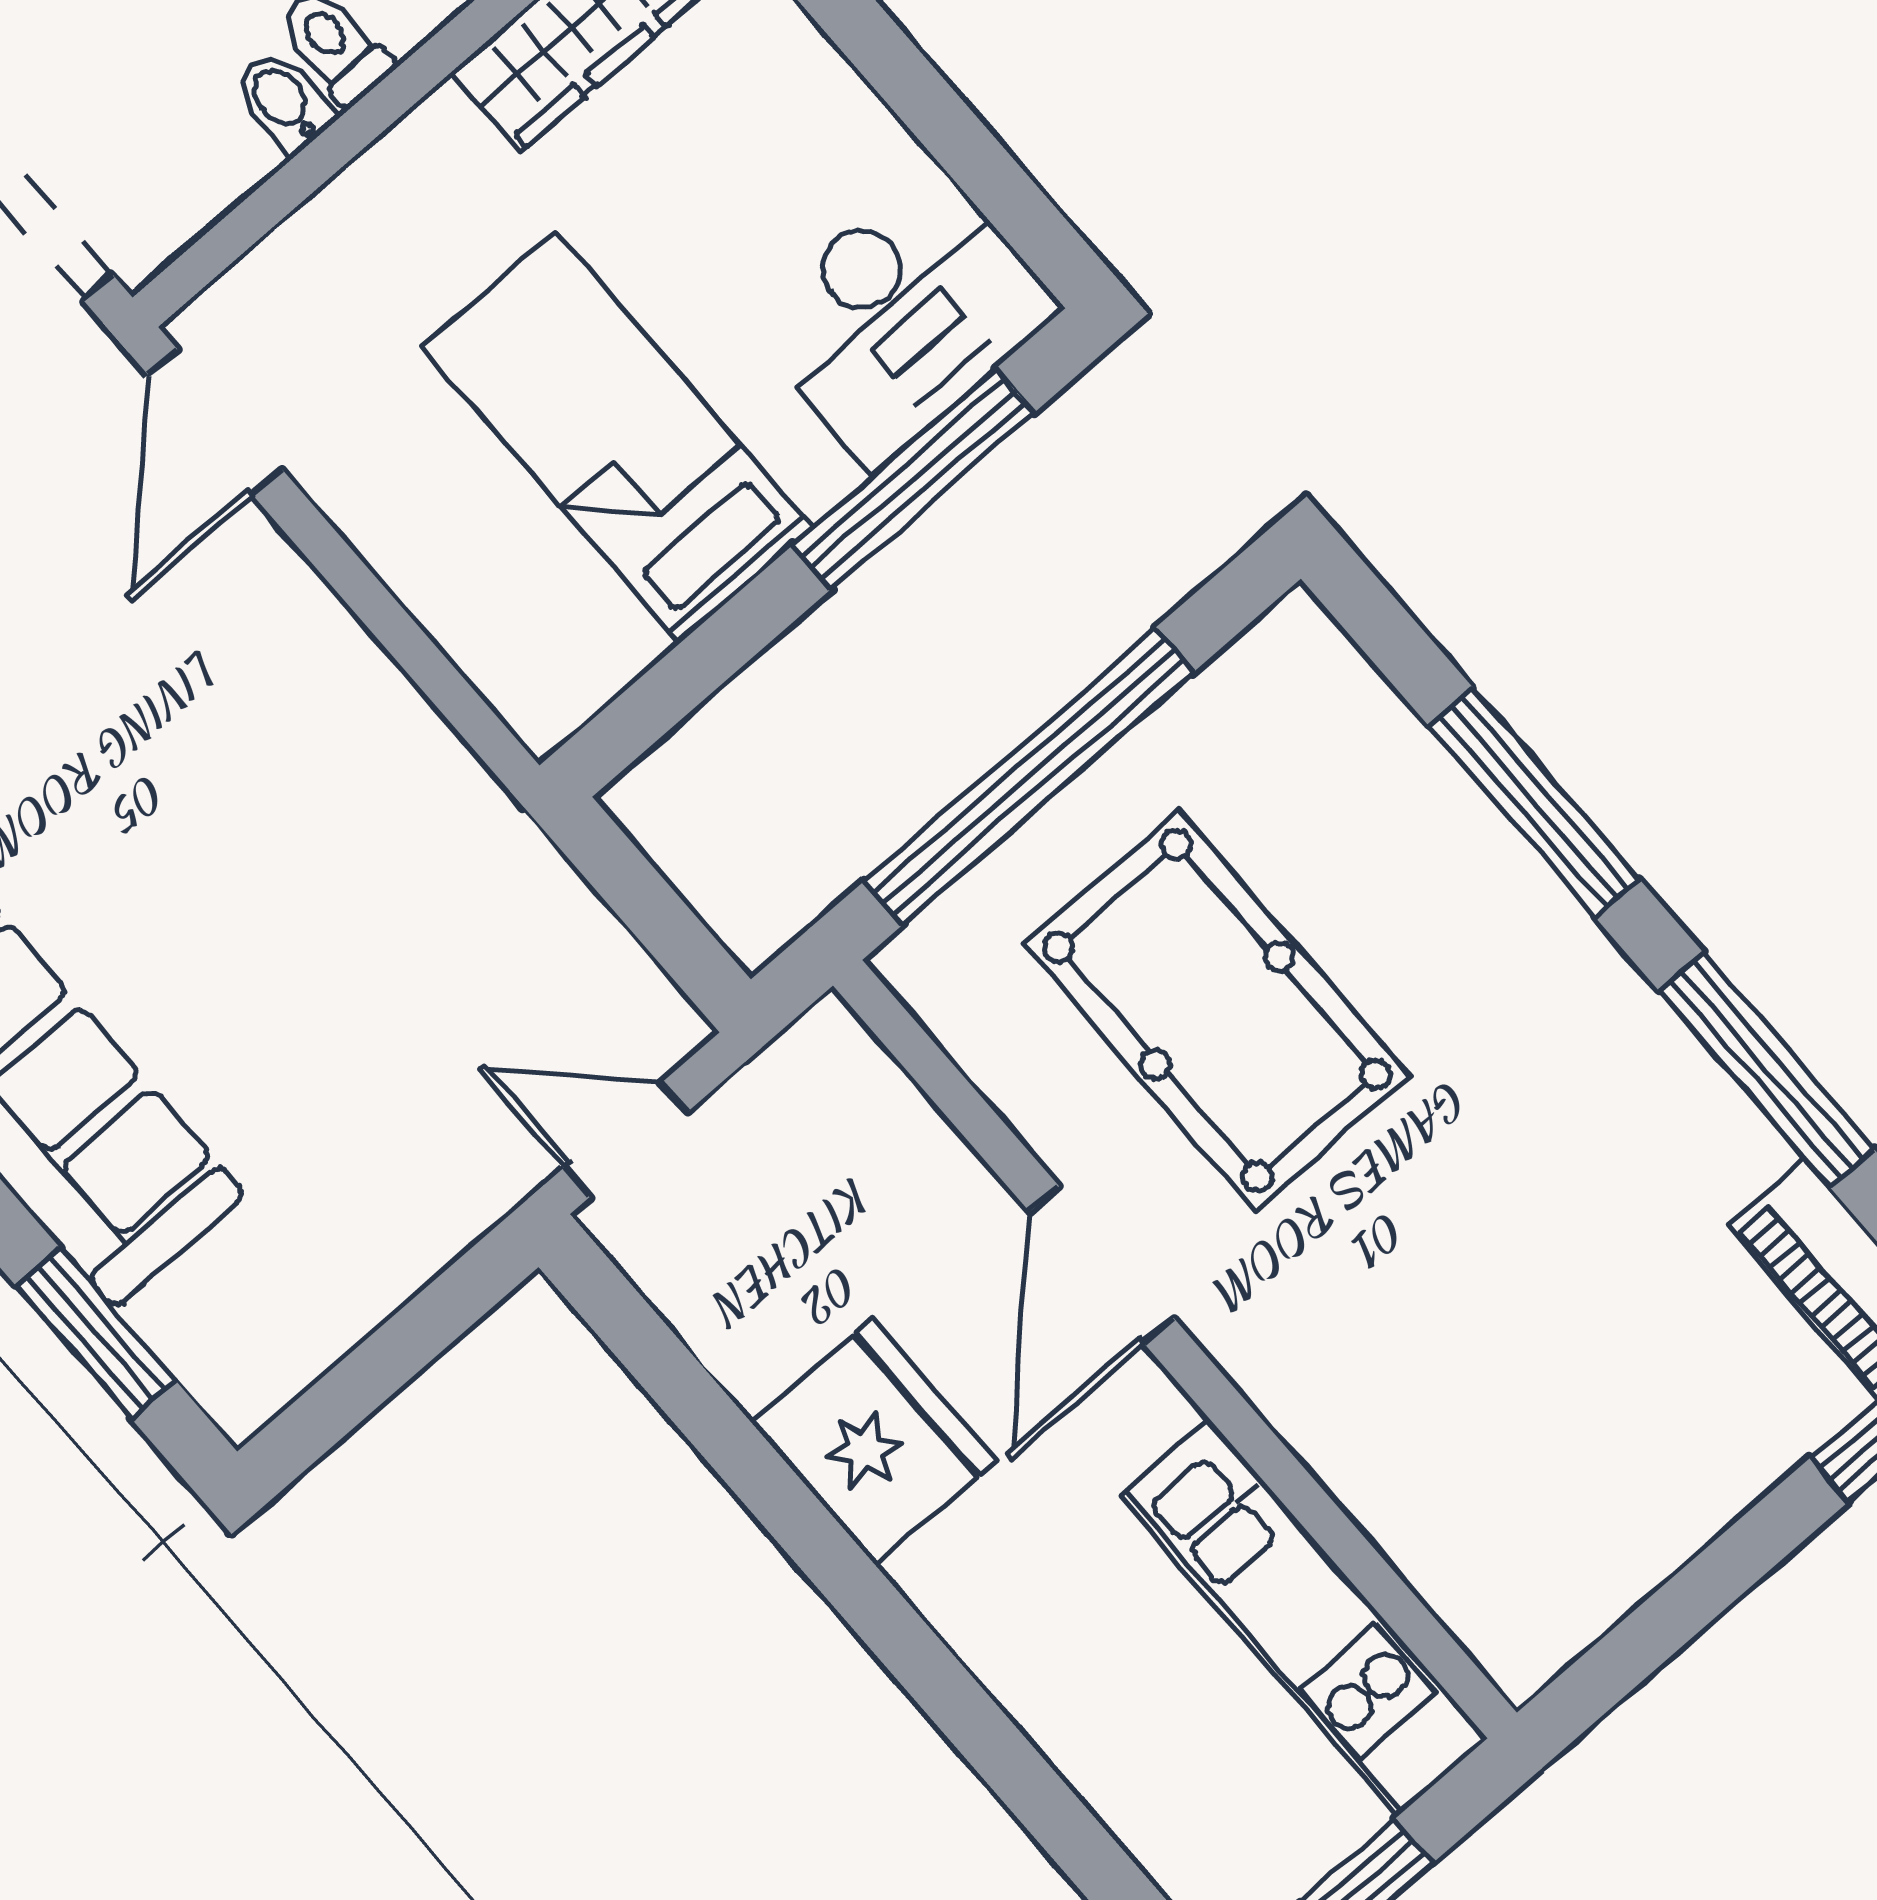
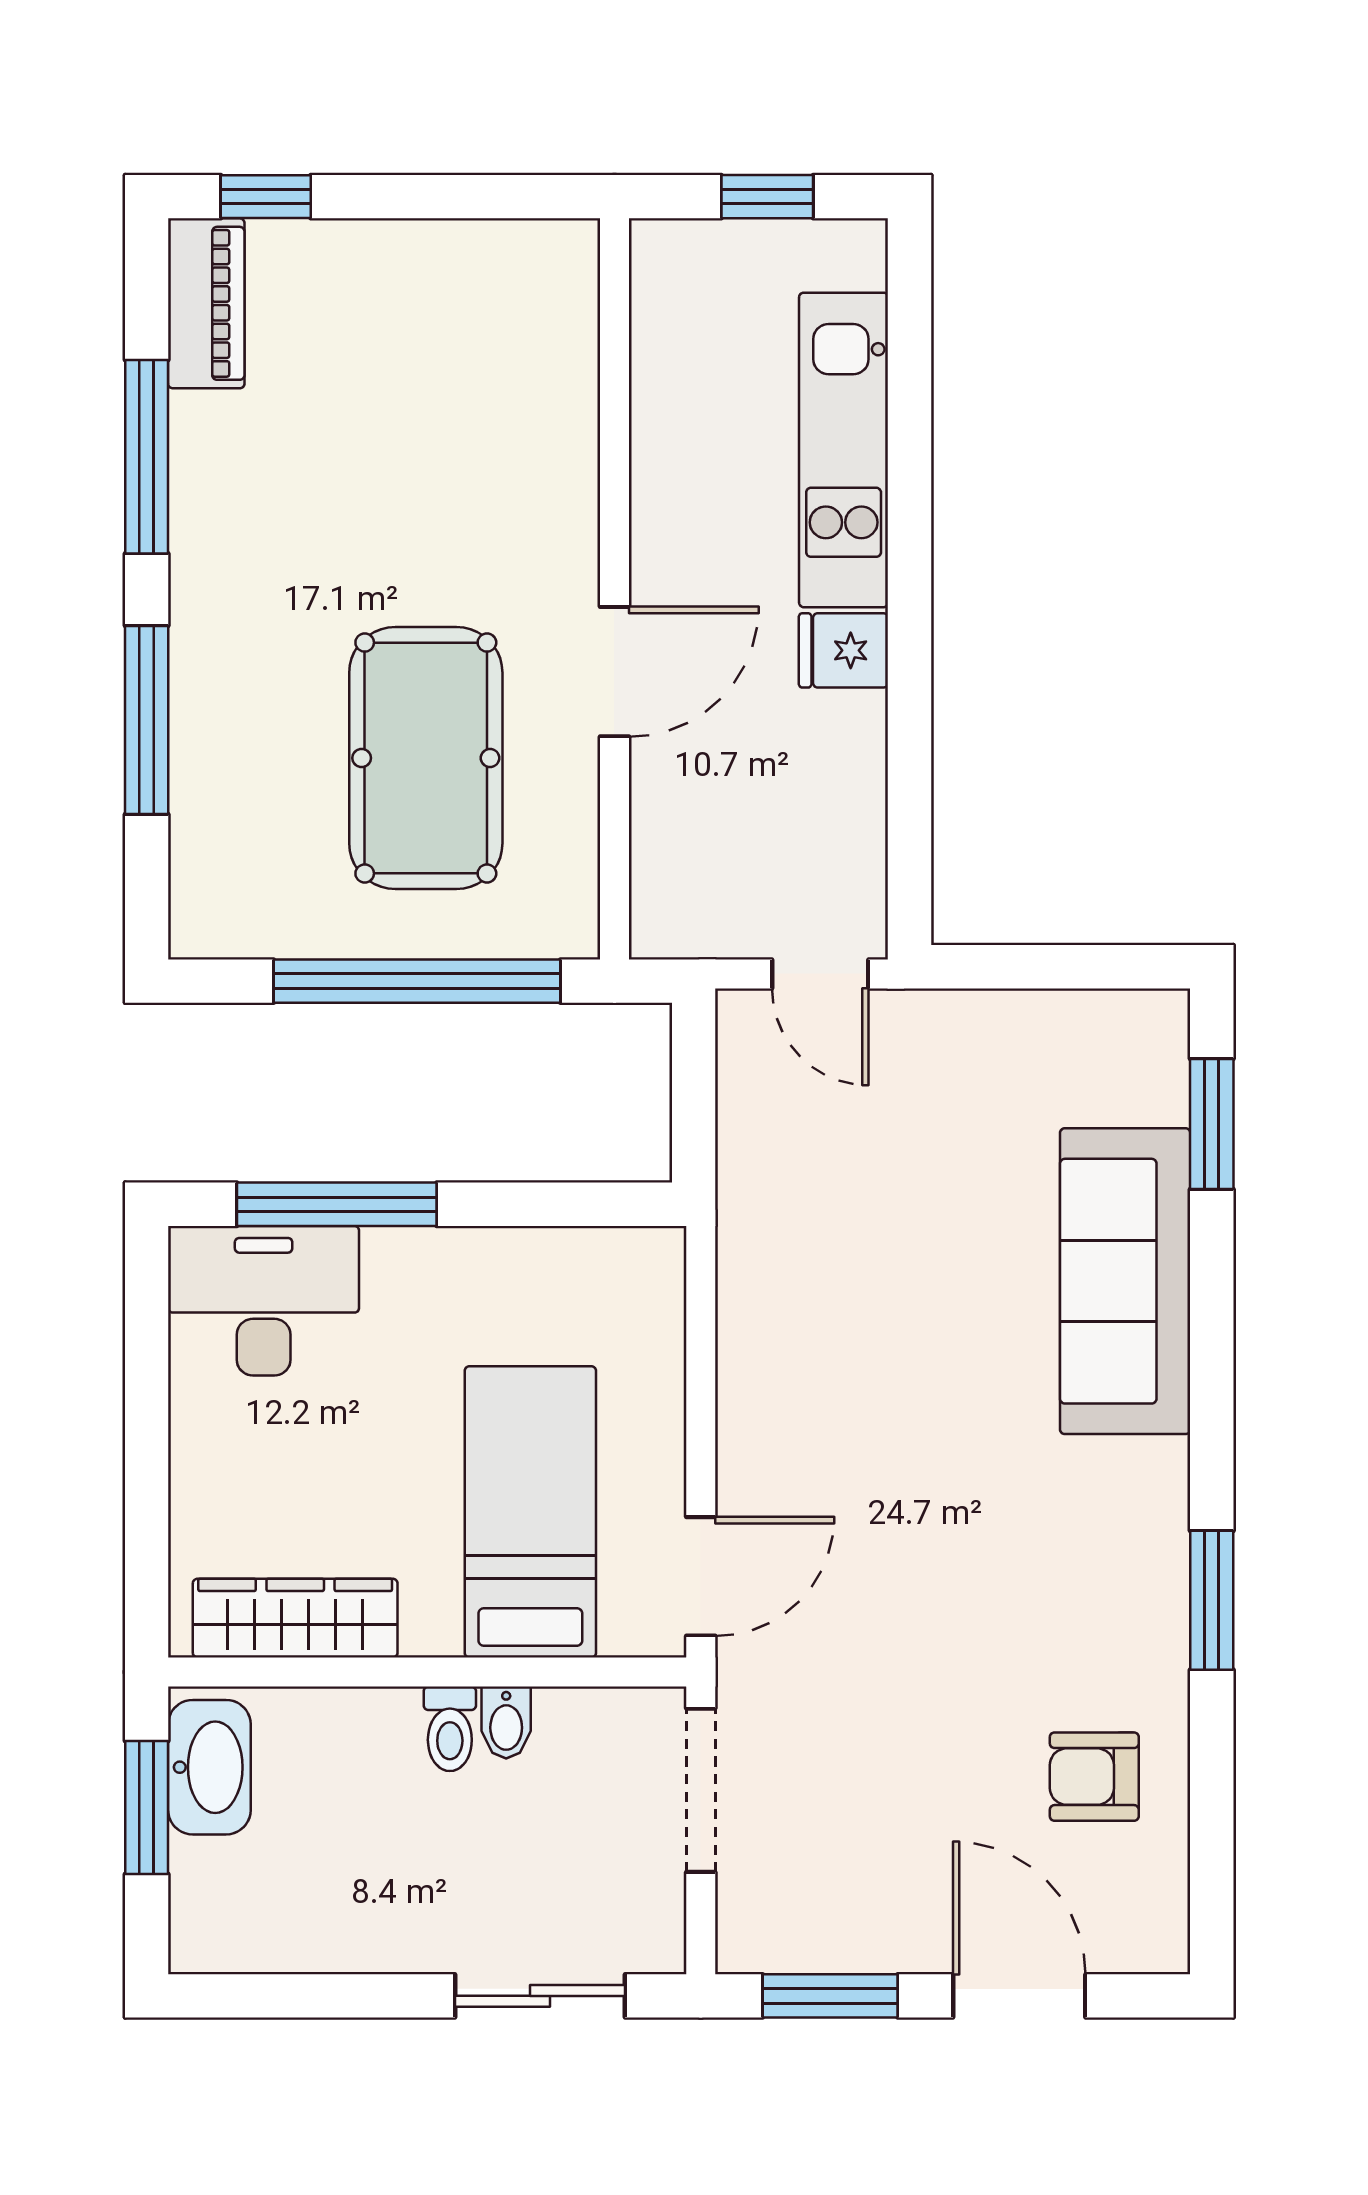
bed: (618, 438) -> (530, 1512), moved, turned 180
fridge: (874, 1442) -> (843, 650), width x0.53, depth x0.75
kitchen unit: (1303, 1618) -> (844, 450), moved, turned 180

